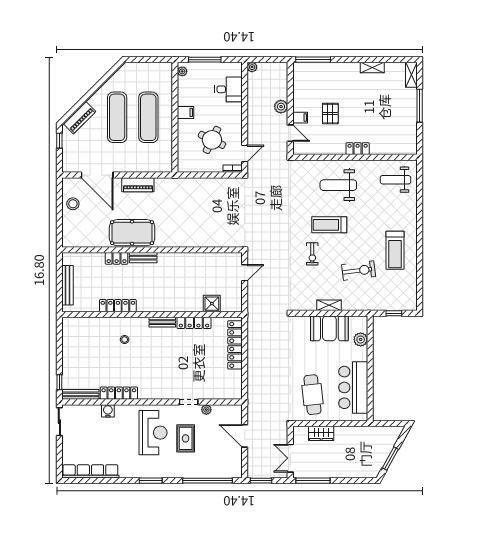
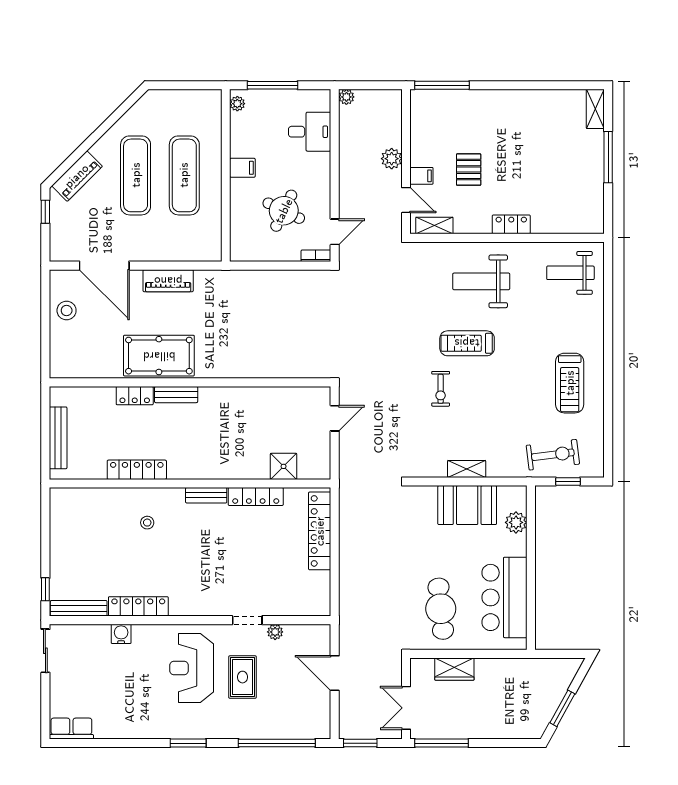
shelving: (372, 67) -> (434, 225), moved
exercise bike: (359, 271) -> (553, 455), moved
reception desk: (153, 433) -> (192, 668), turned 180
row of seats: (90, 471) -> (71, 729), width x0.50

